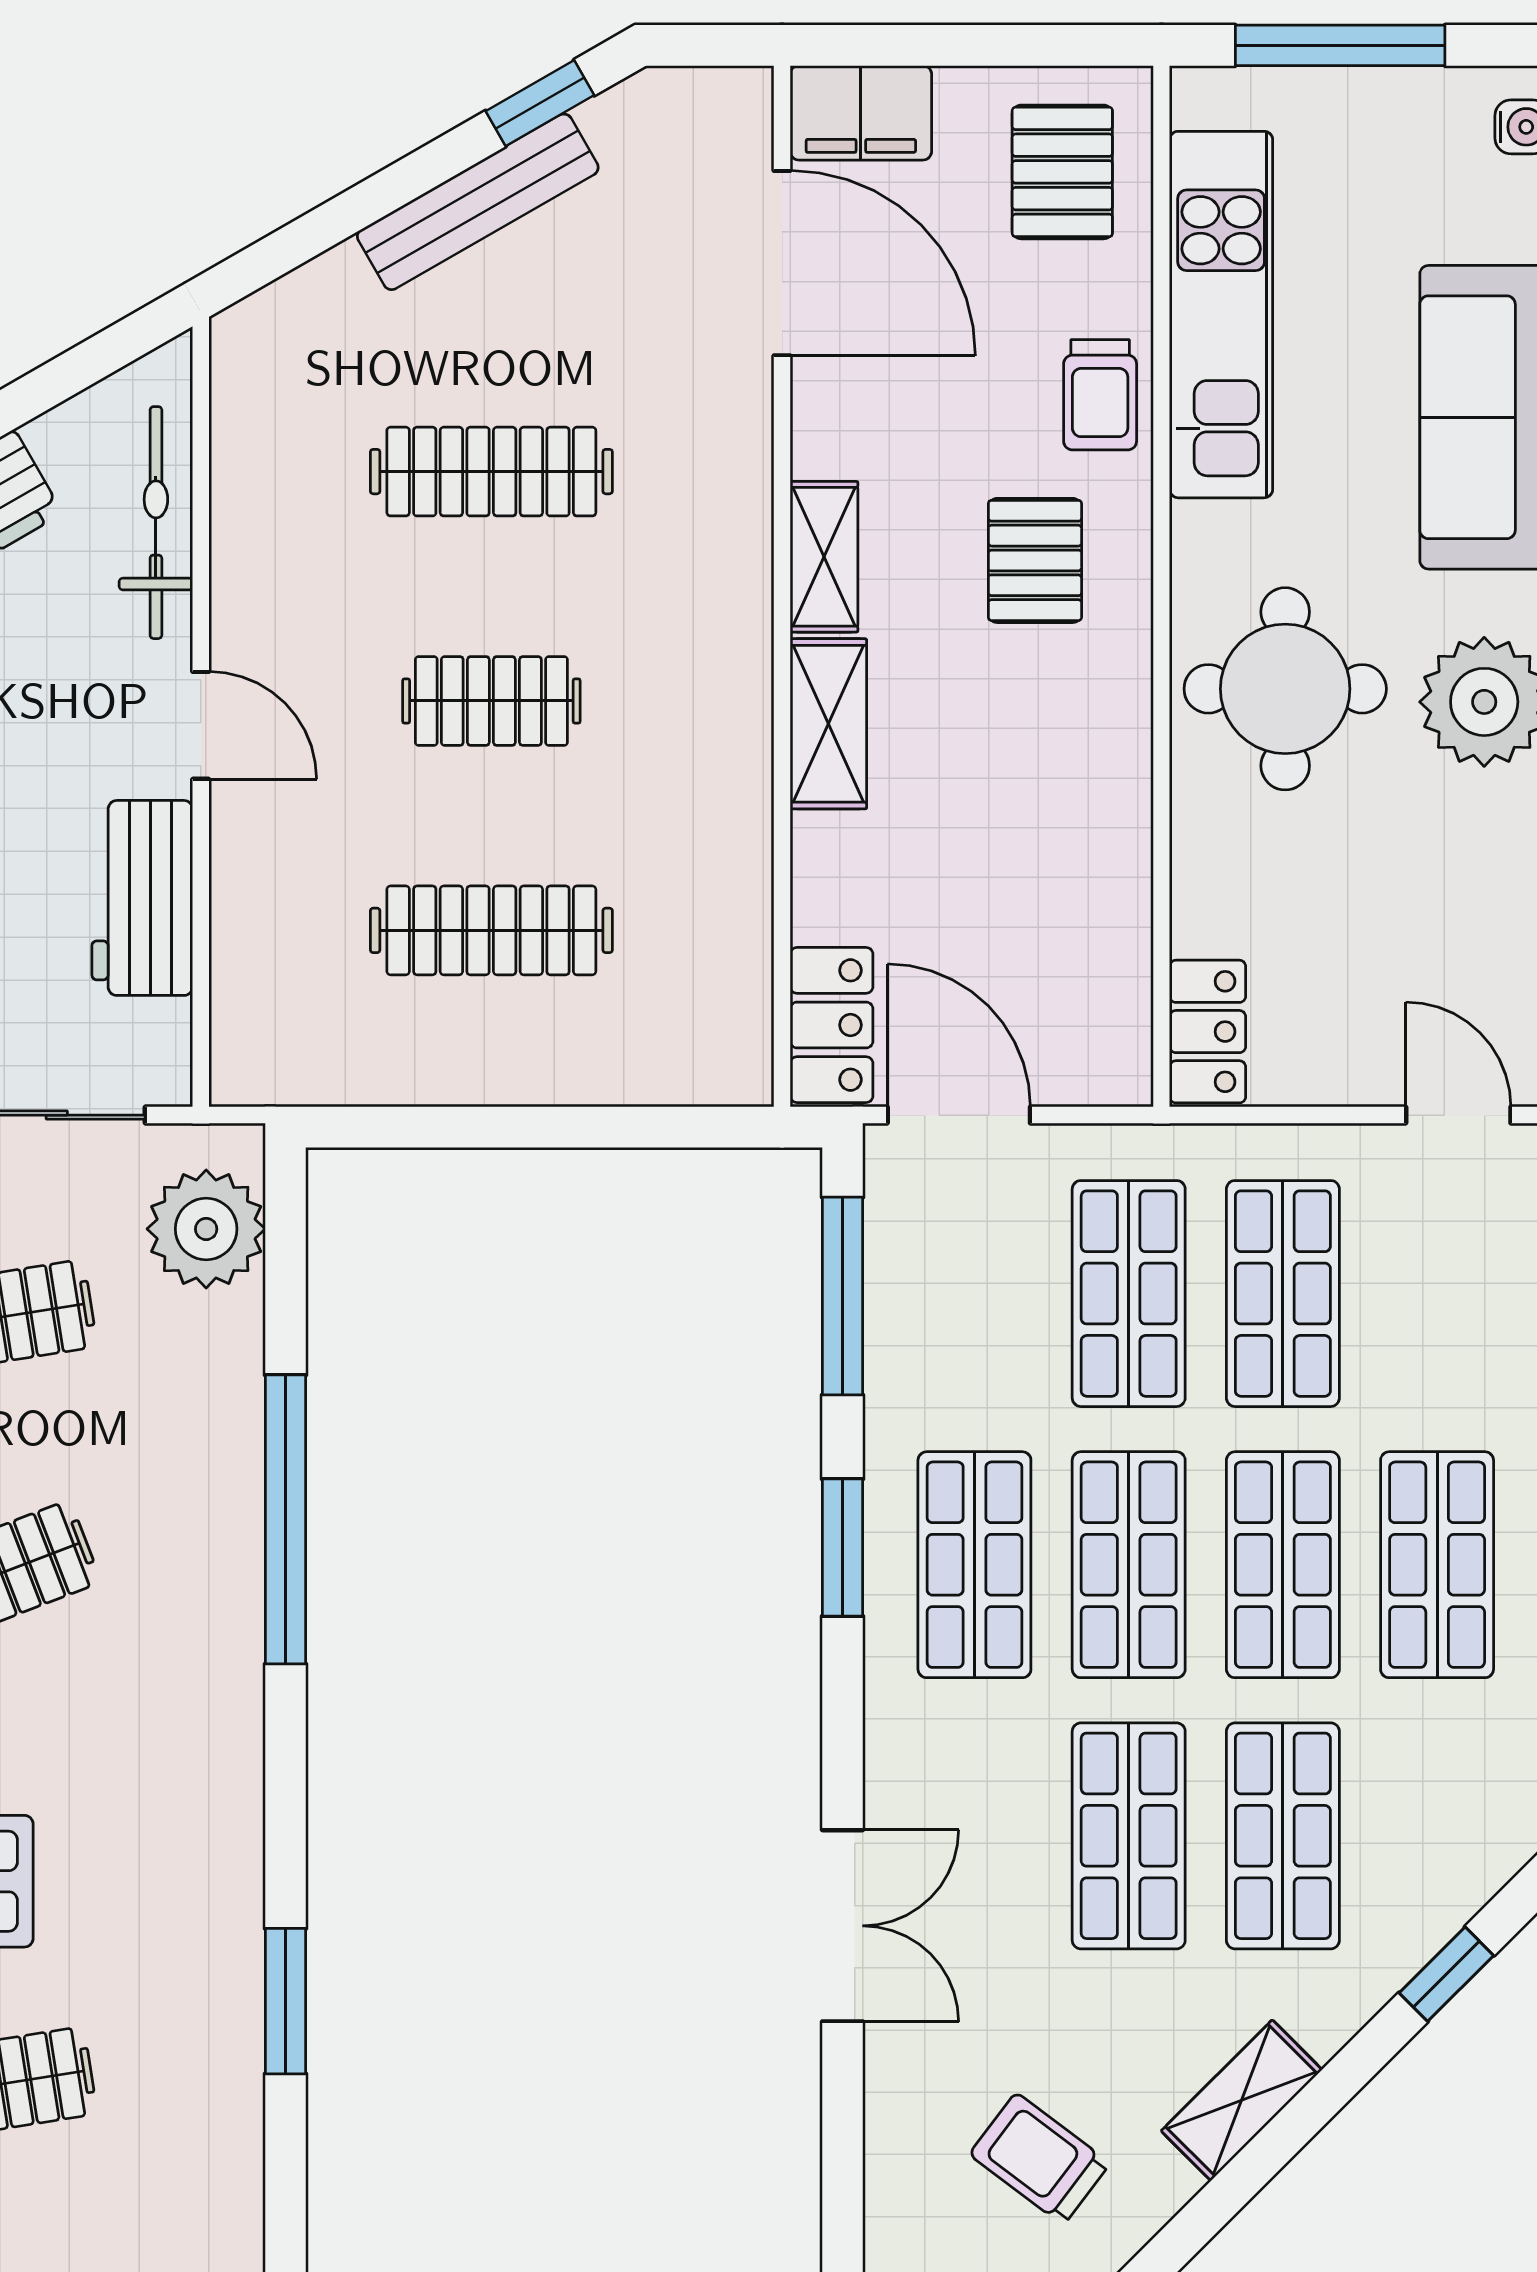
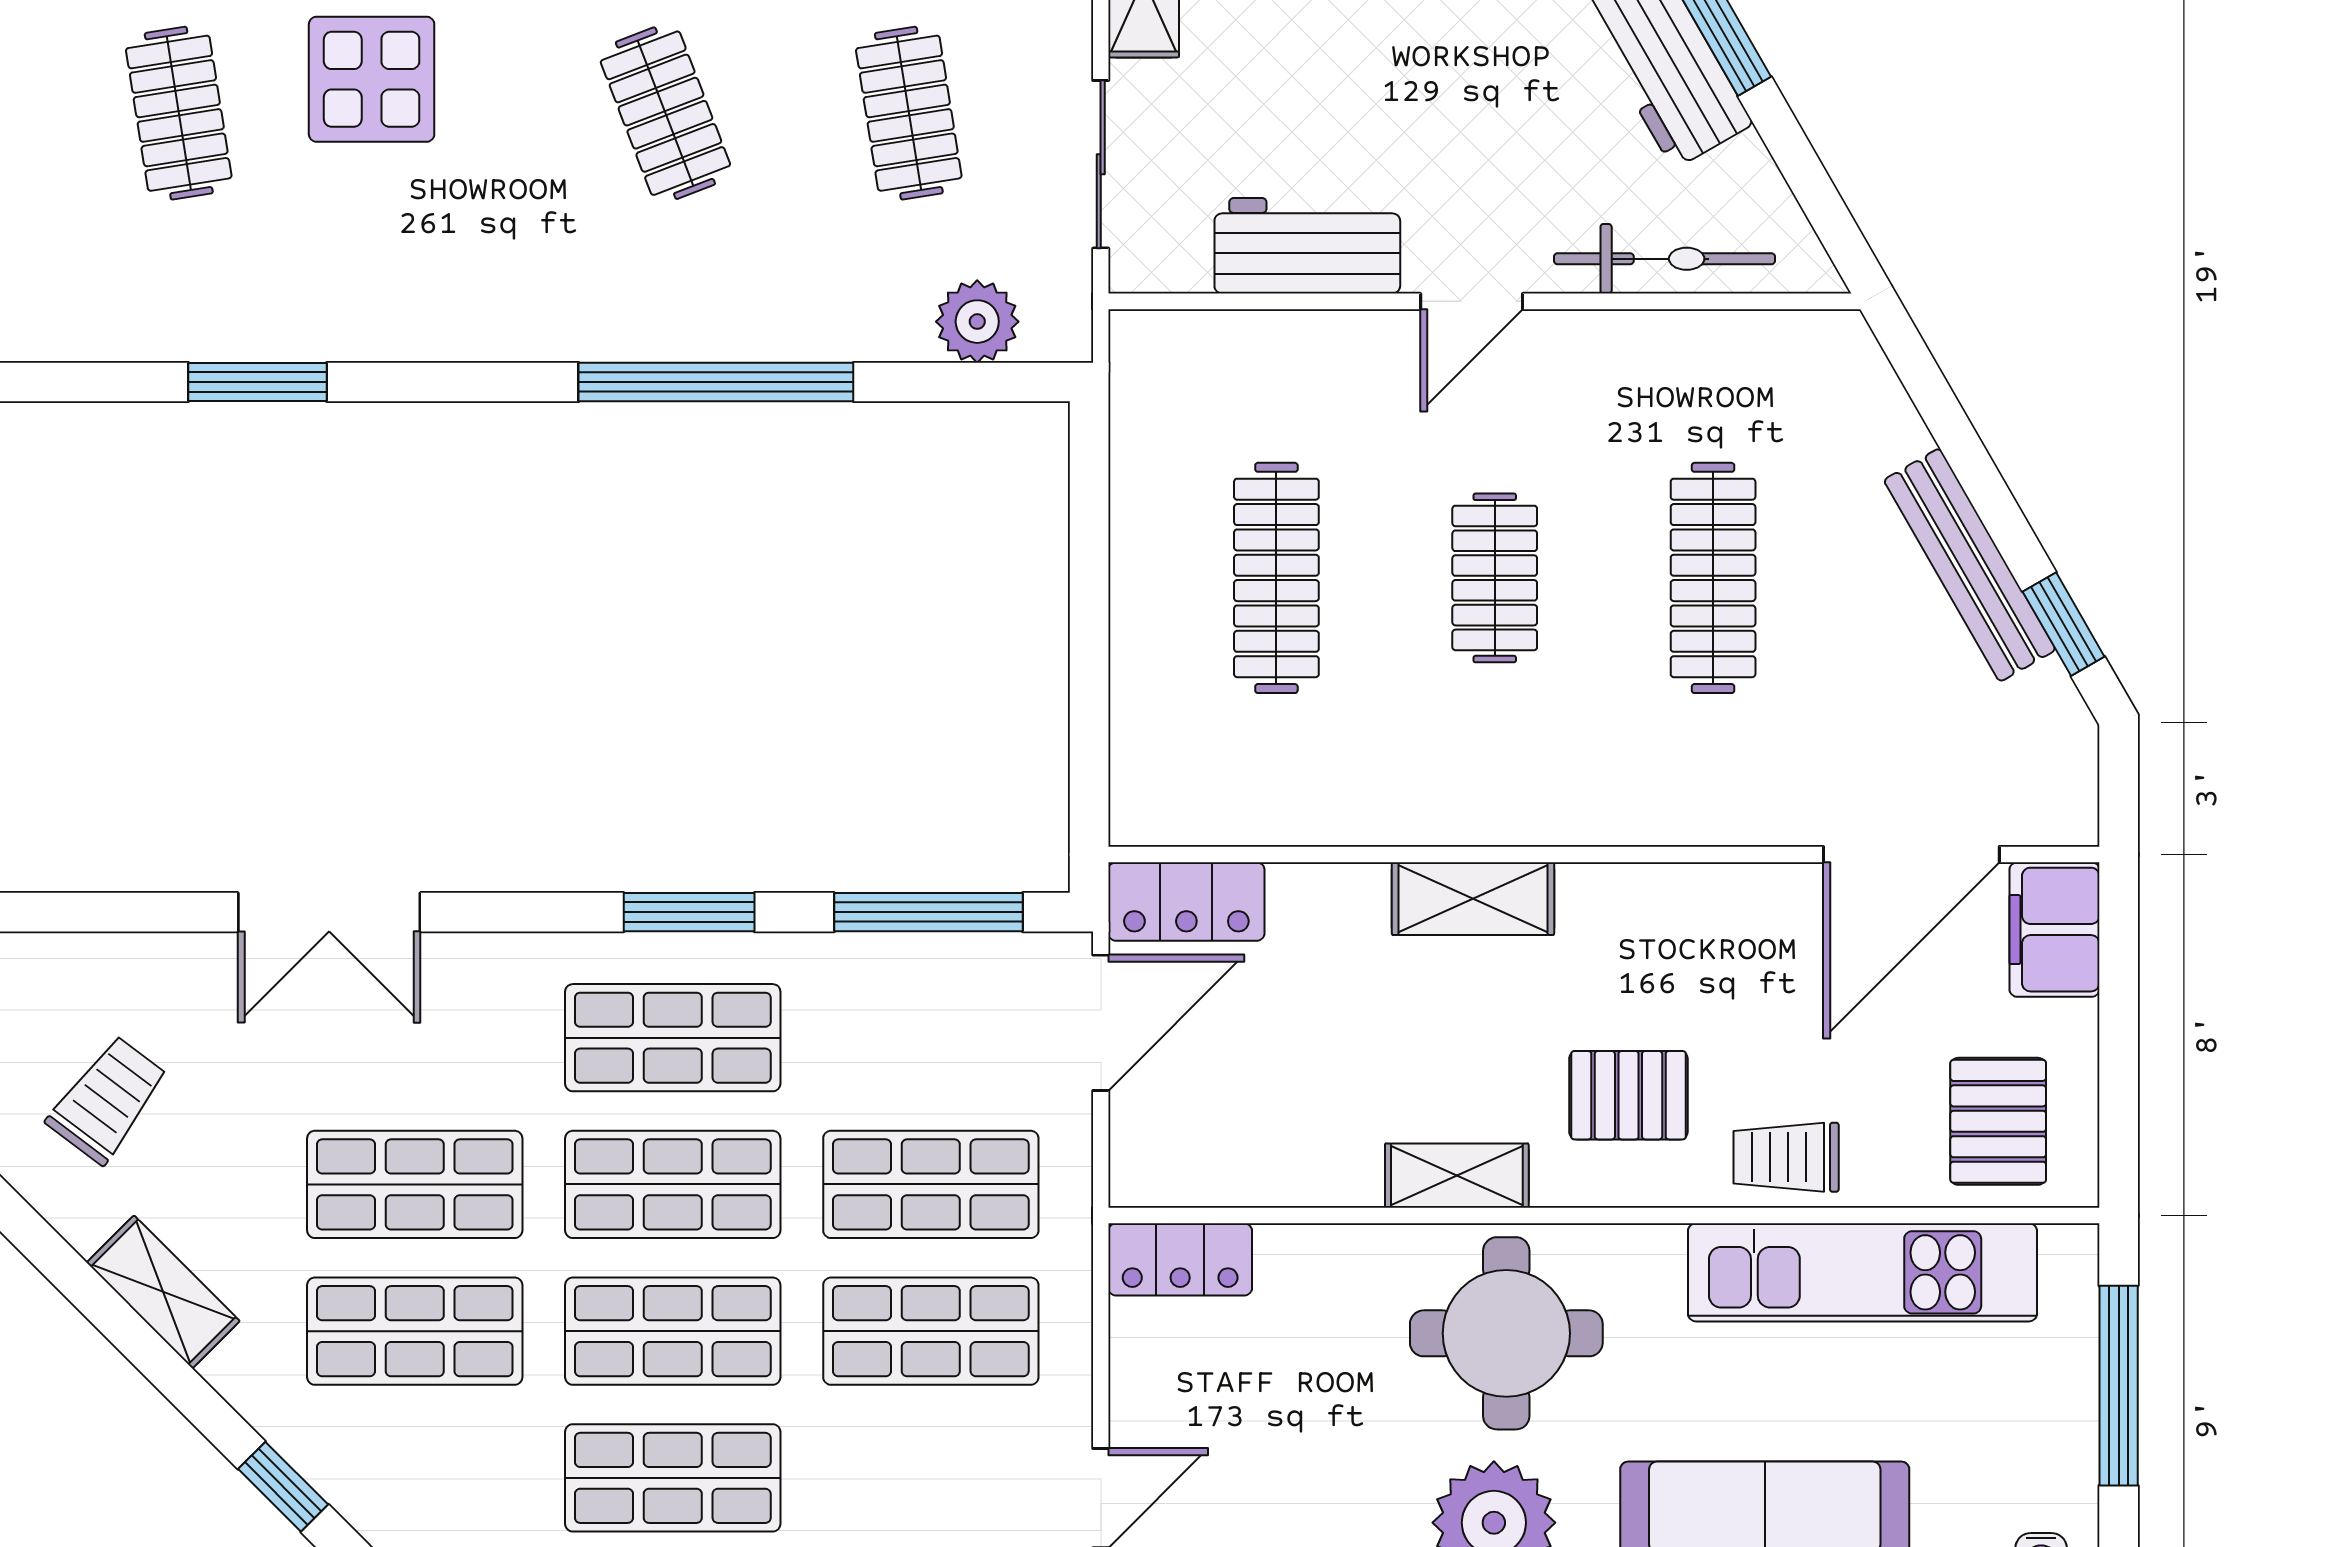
pallet: (1062, 172) -> (1998, 1121), turned 90
shelving: (824, 557) -> (1457, 1176), moved
plant: (206, 1229) -> (977, 322), width x0.73, depth x0.73

